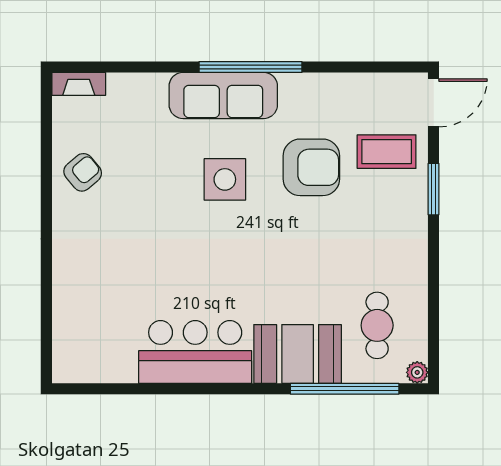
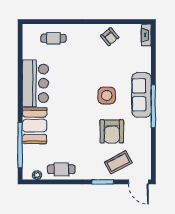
coffee table: (387, 152) -> (118, 162), turned 62
cafe table: (87, 308) -> (53, 38), added
cafe table: (377, 325) -> (61, 169), moved
plant: (417, 372) -> (37, 175), moved

